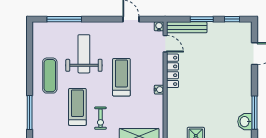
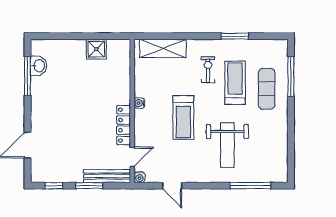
door: (165, 44) -> (132, 157), swing flipped
exercise mat: (50, 76) -> (267, 89), moved
treadmill: (77, 107) -> (235, 83), turned 180

